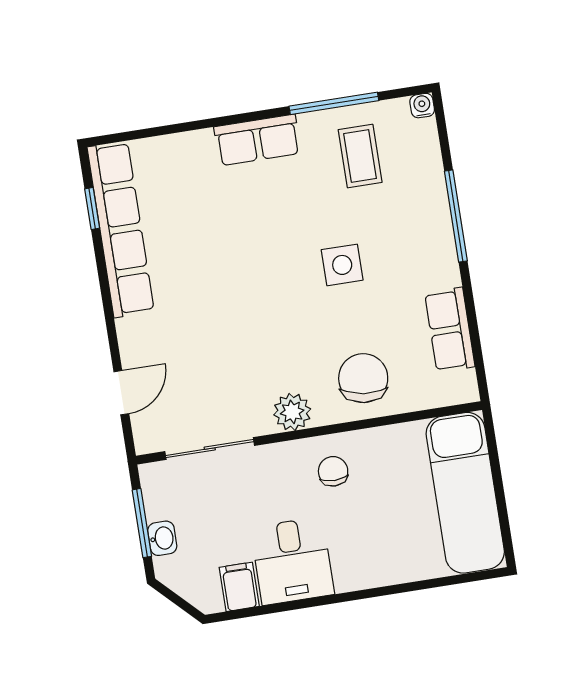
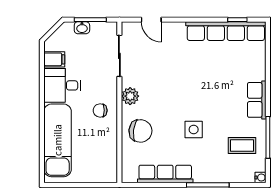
row of seats: (450, 330) -> (165, 174), width x1.48
chair: (333, 471) -> (100, 110), turned 180
exam couch: (465, 493) -> (58, 140), moved, turned 90

